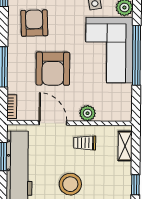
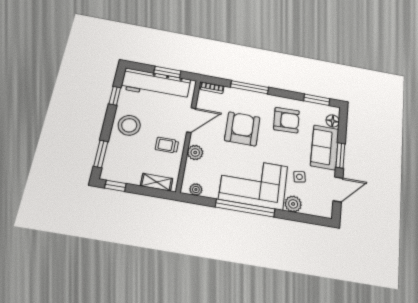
armchair: (53, 69) -> (242, 129), turned 90
plant: (126, 107) -> (196, 189), added
trolley: (85, 143) -> (167, 145), turned -90

